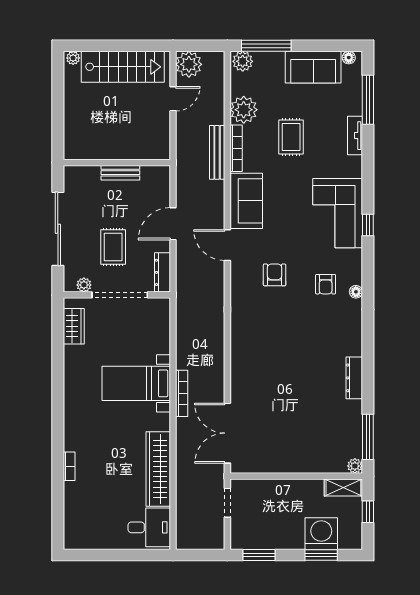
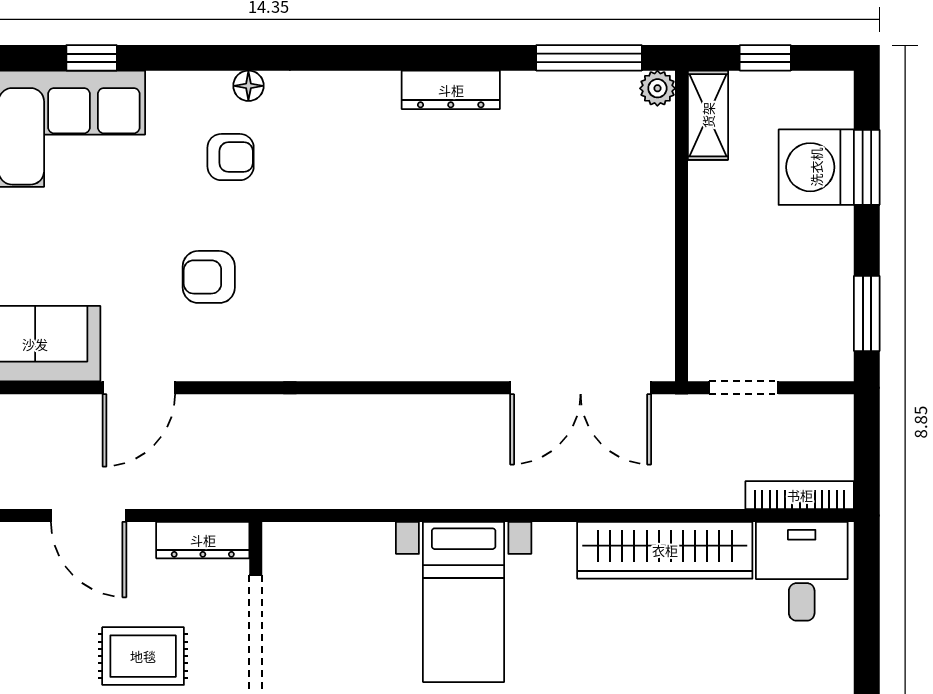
bookcase: (182, 393) -> (800, 495), moved

